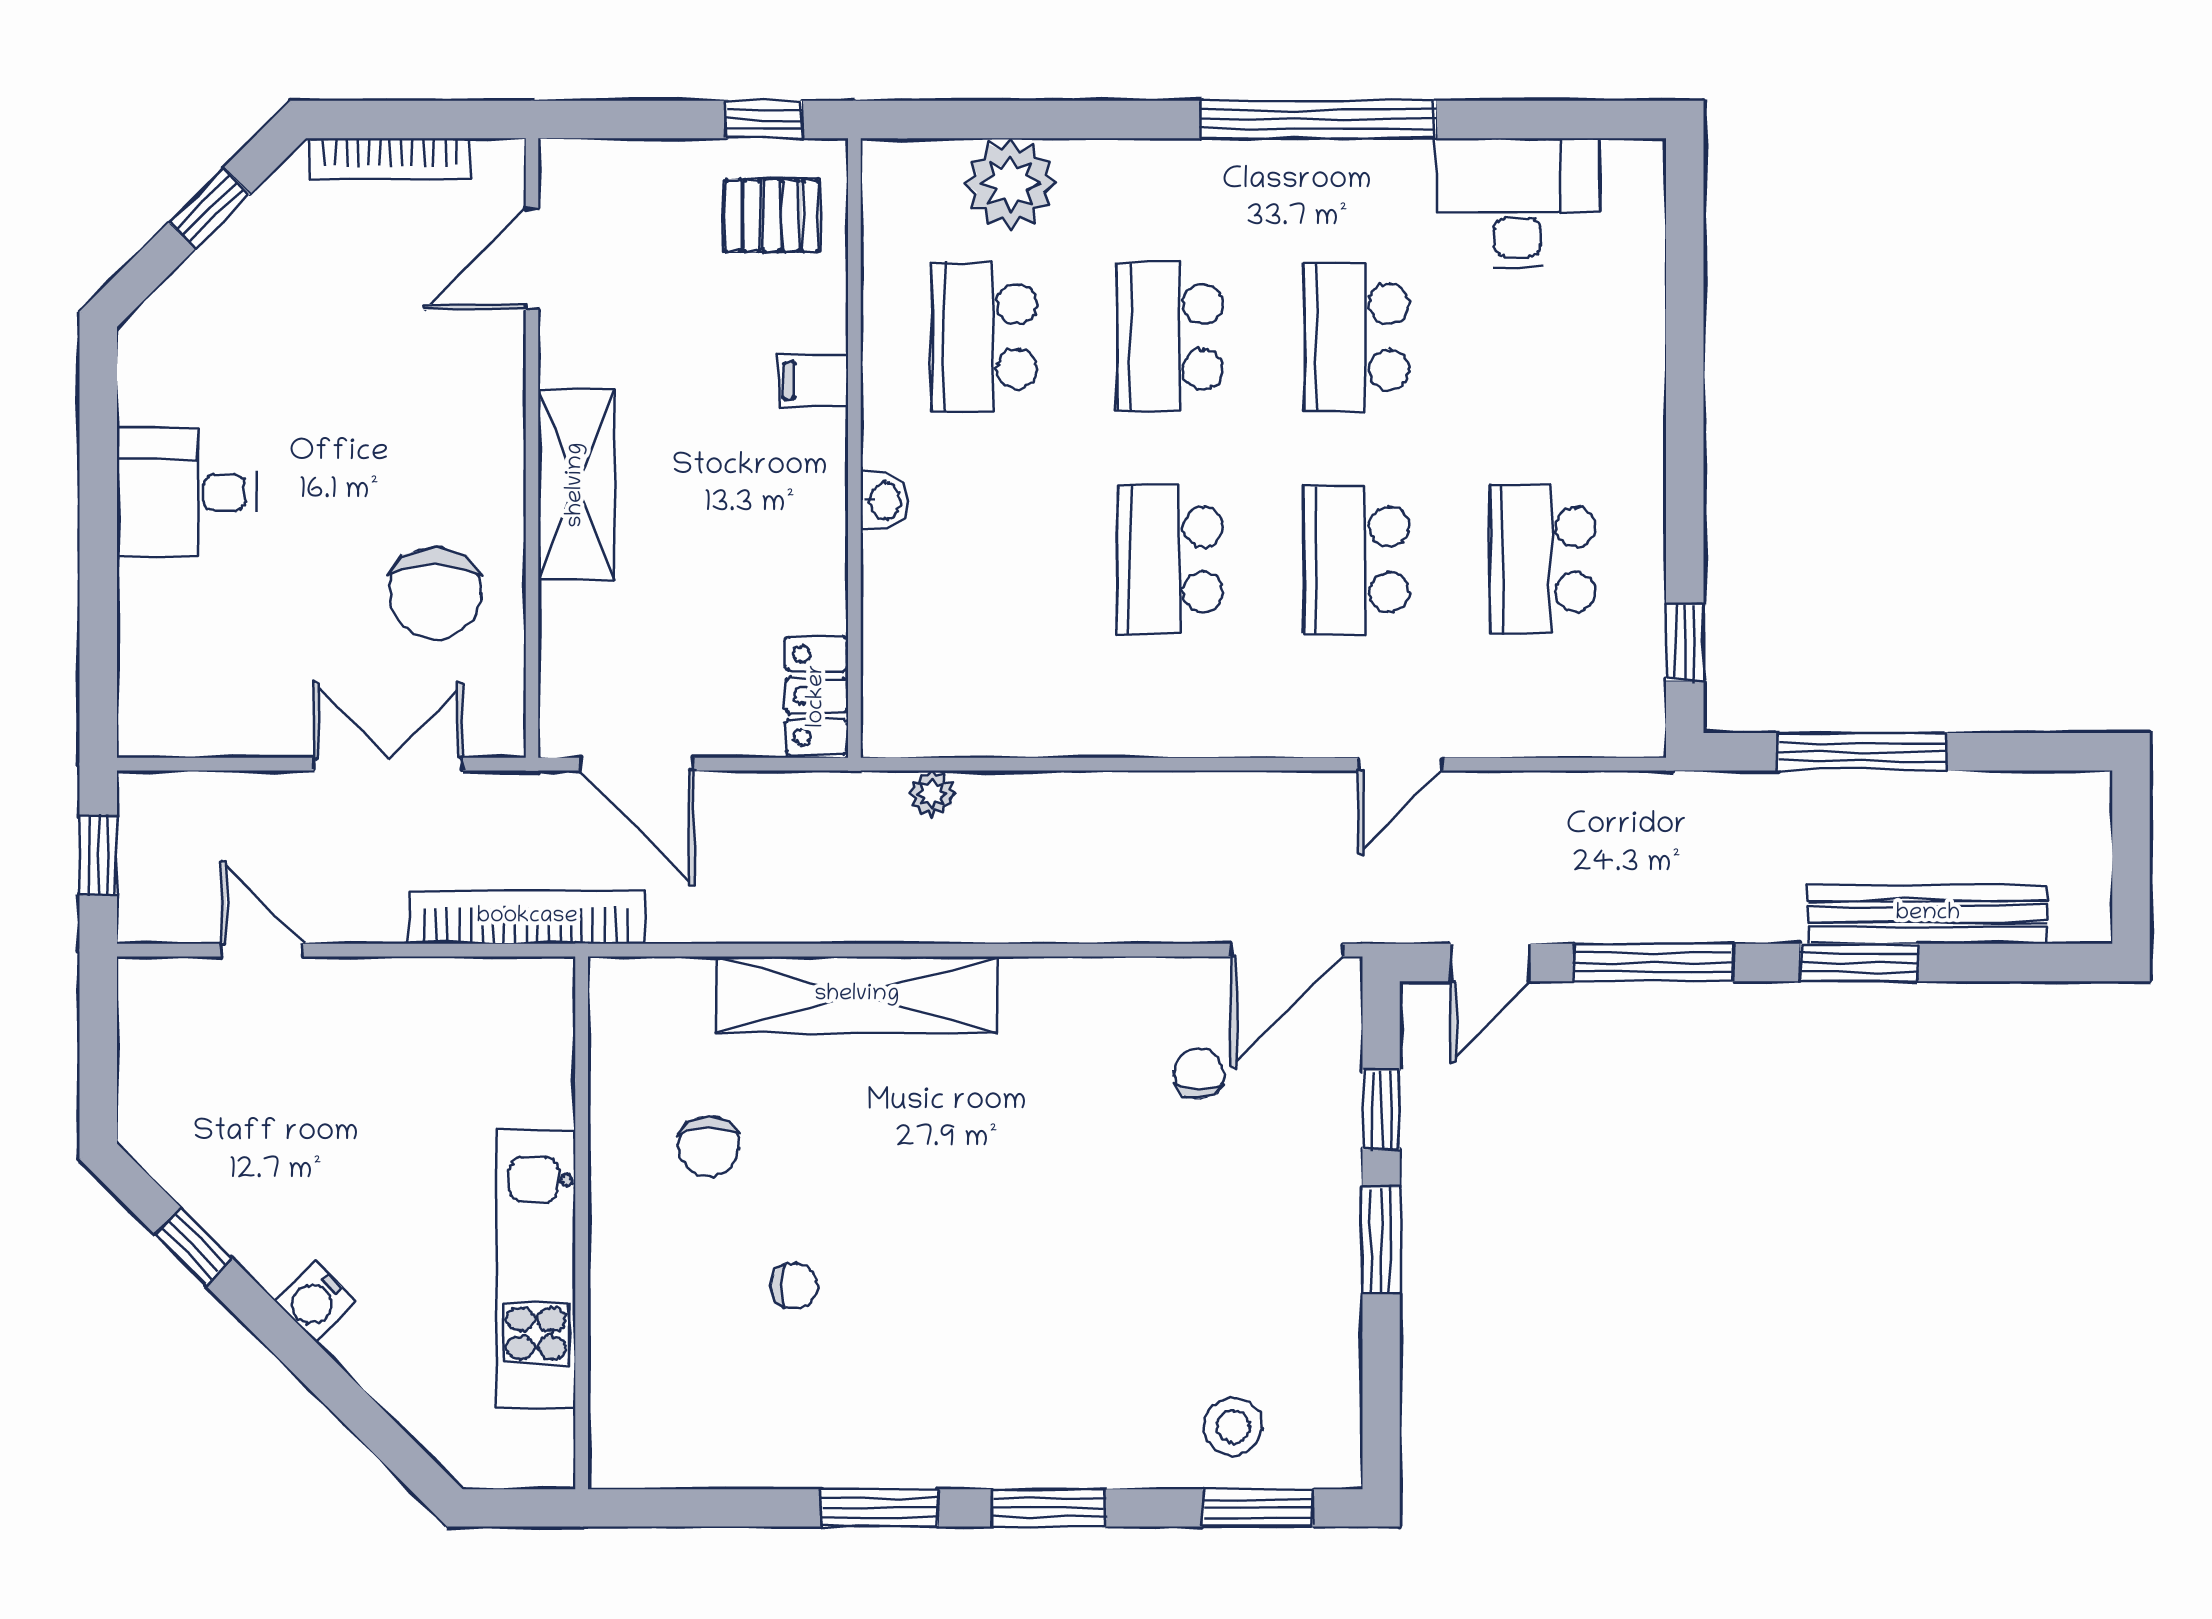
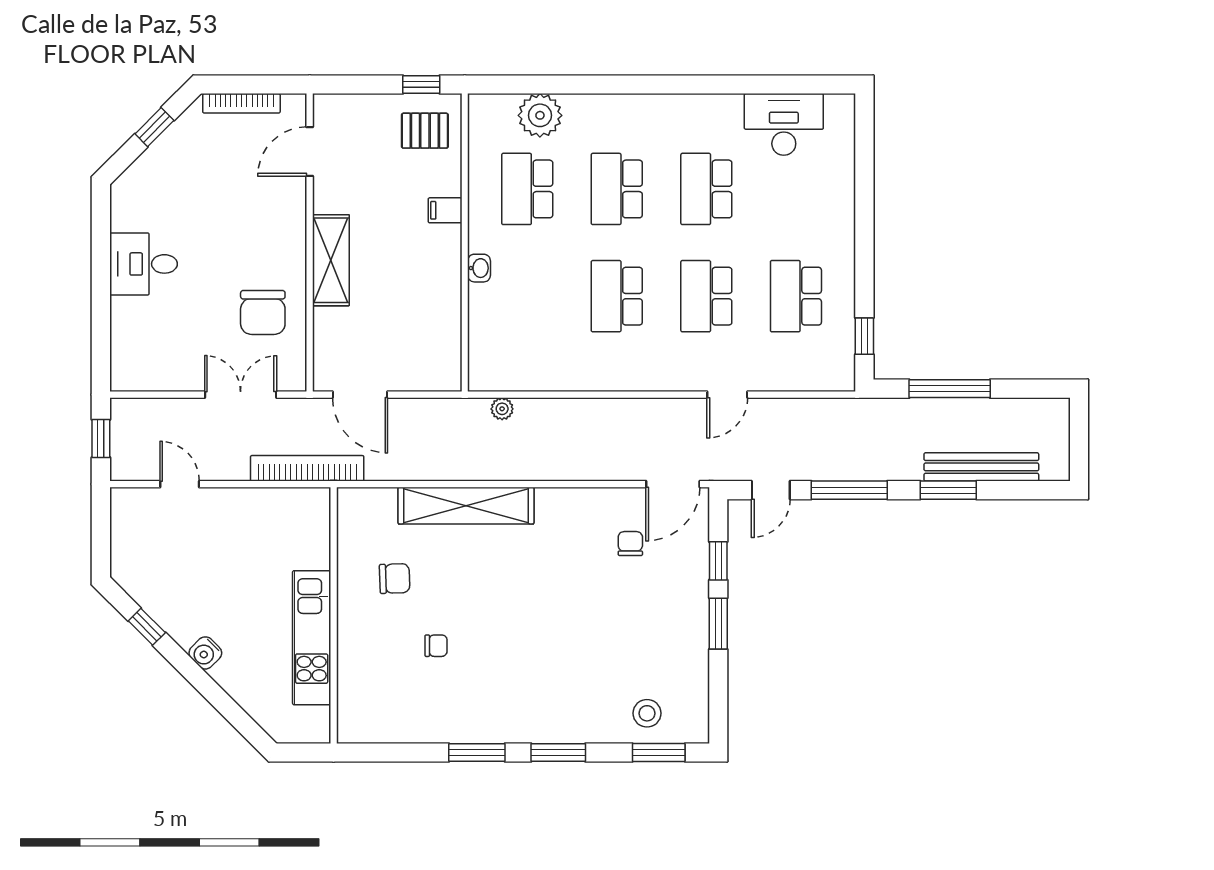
window: (1318, 120) -> (688, 85), removed
locker: (817, 696) -> (447, 362), removed
chair: (708, 1146) -> (395, 578), turned -92

